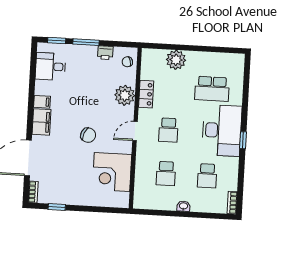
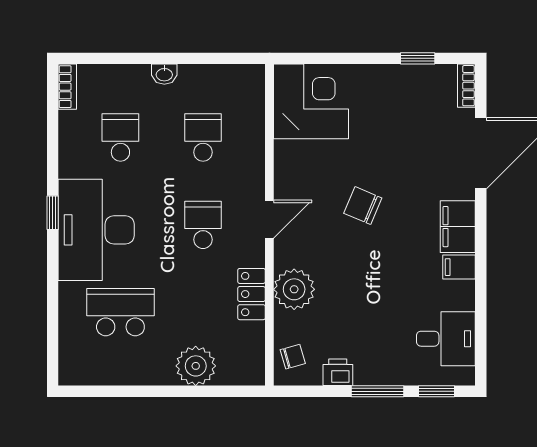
corner desk: (112, 172) -> (311, 101), moved

